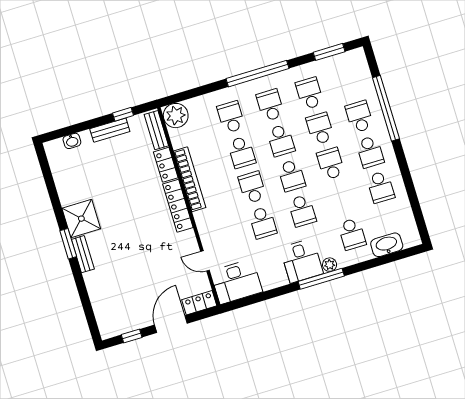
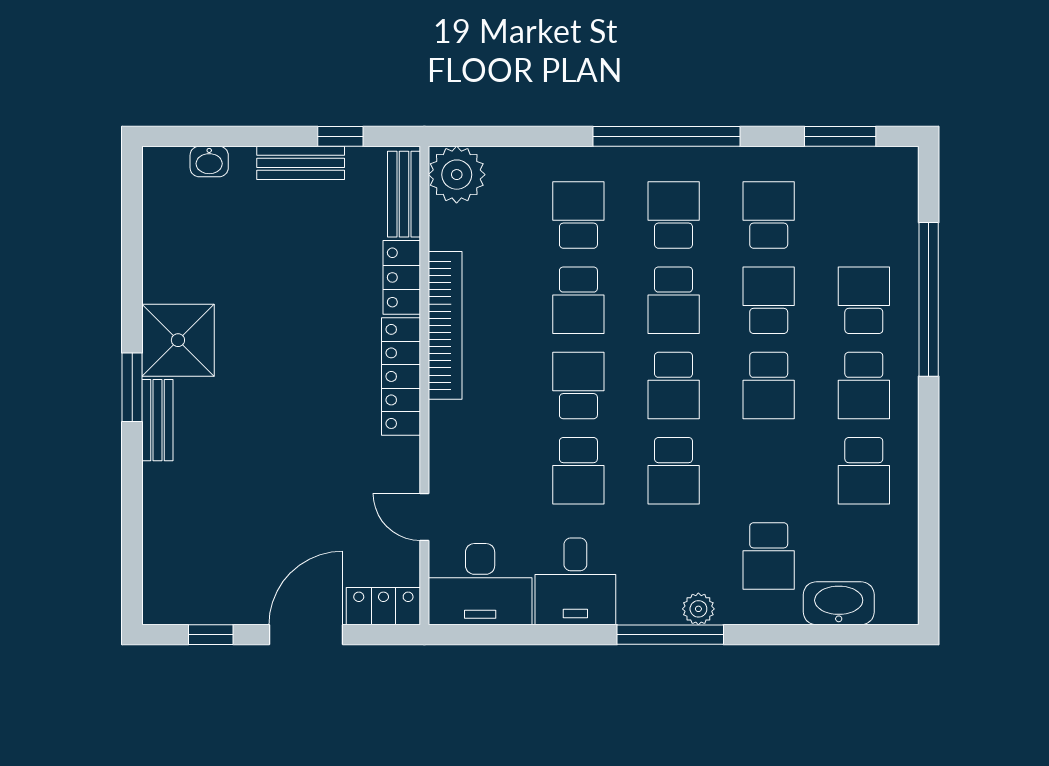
school desk: (331, 164) -> (769, 385), turned 180
desk: (302, 261) -> (575, 581), moved

